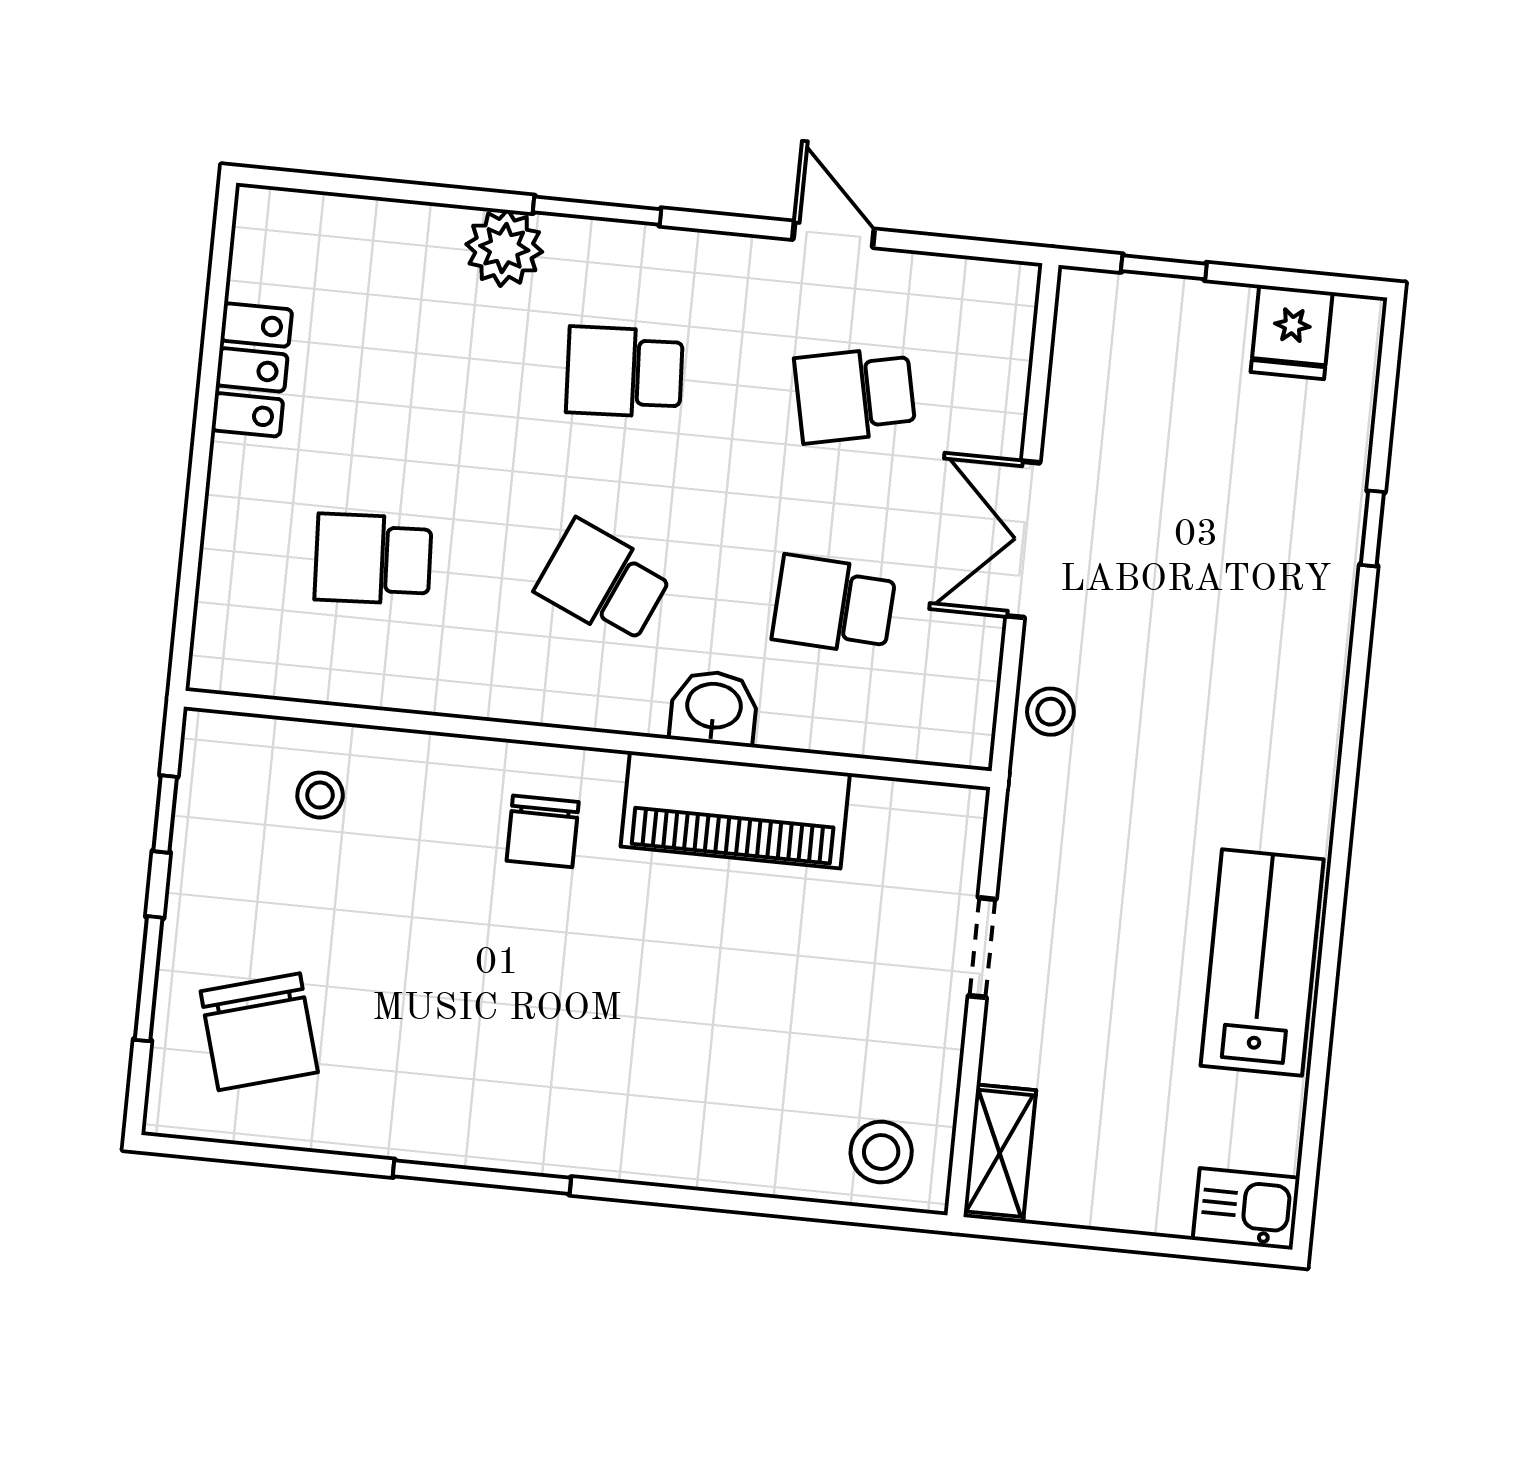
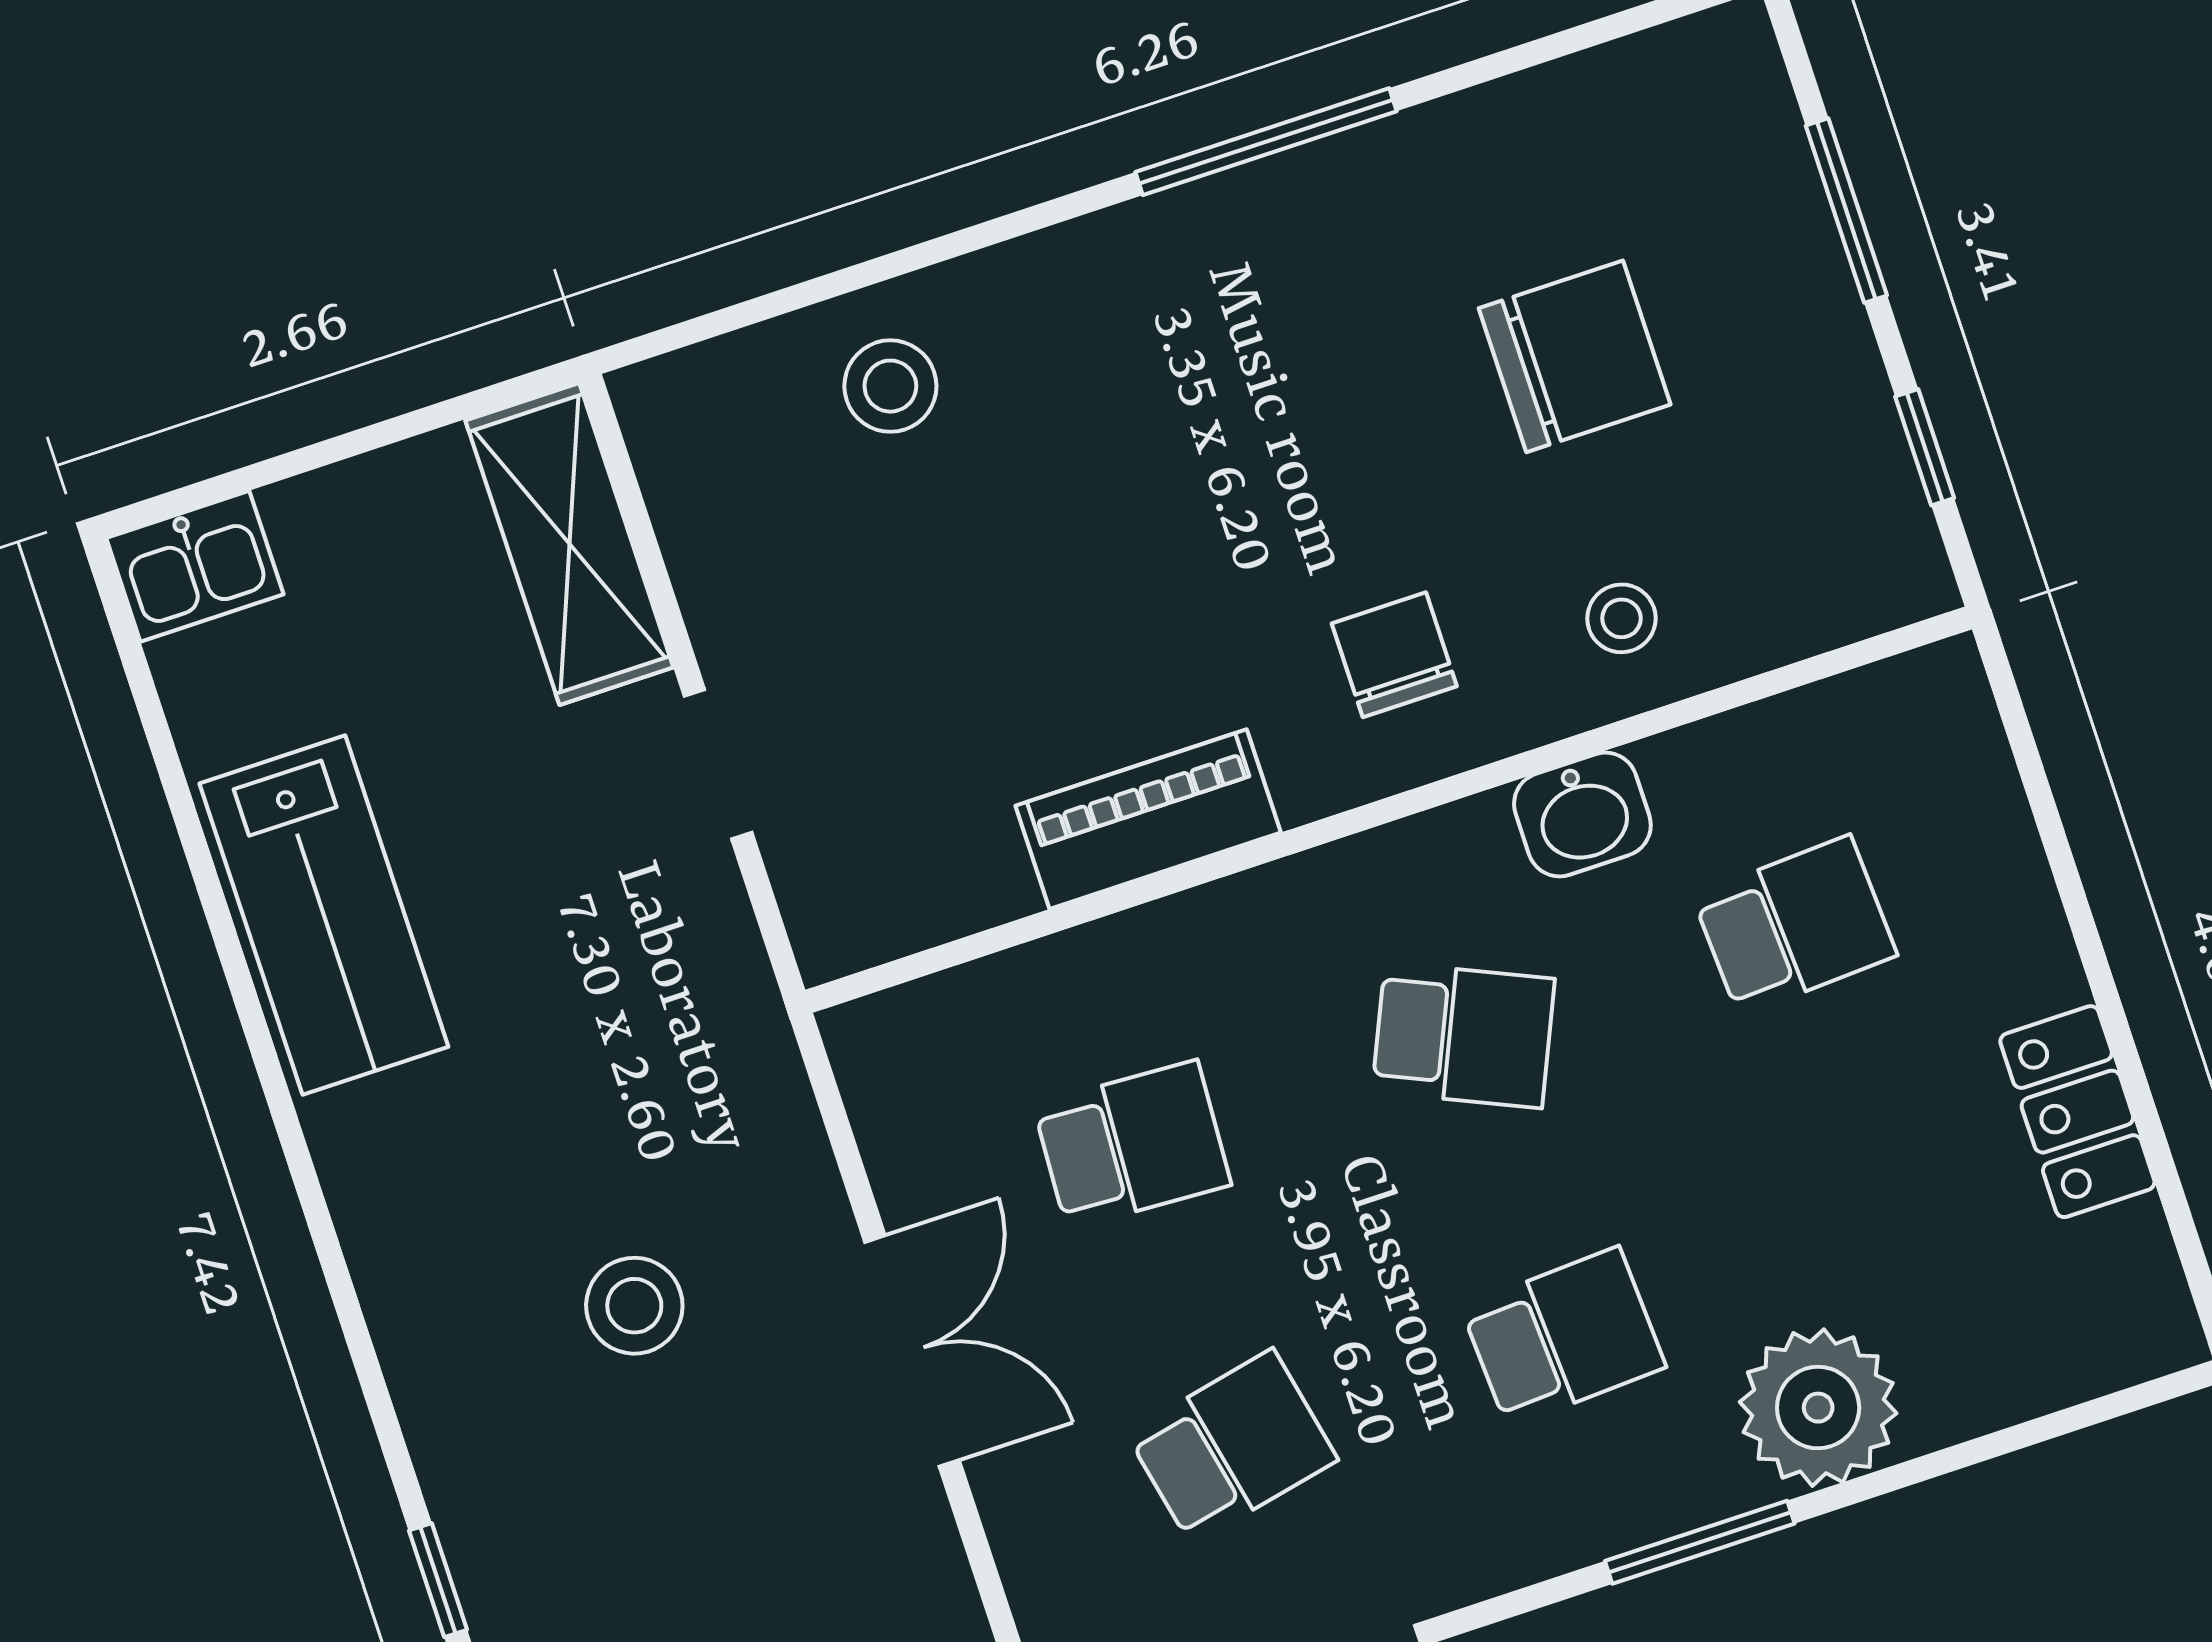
plant: (504, 248) -> (1818, 1408), width x1.36, depth x1.36
washbasin: (714, 708) -> (1582, 815), moved
stool: (1050, 712) -> (634, 1306), moved, width x1.37, depth x1.37
stool: (320, 795) -> (1621, 618), moved
piano: (735, 810) -> (1148, 819), width x0.73, depth x0.75
chair: (259, 1032) -> (1575, 356), moved, turned 106
stool: (881, 1152) -> (890, 386), moved
shelving: (1000, 1153) -> (569, 544), width x1.50, depth x1.33

